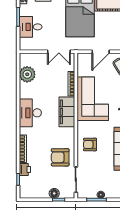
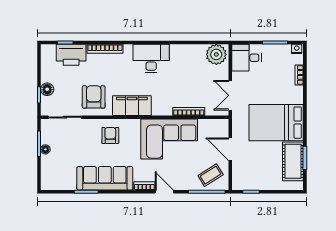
desk: (31, 27) -> (246, 58), moved, turned -90
plant: (27, 74) -> (216, 54), moved
filing cabinet: (67, 112) -> (132, 106), moved
printer: (25, 169) -> (71, 55), width x1.87, depth x1.48

